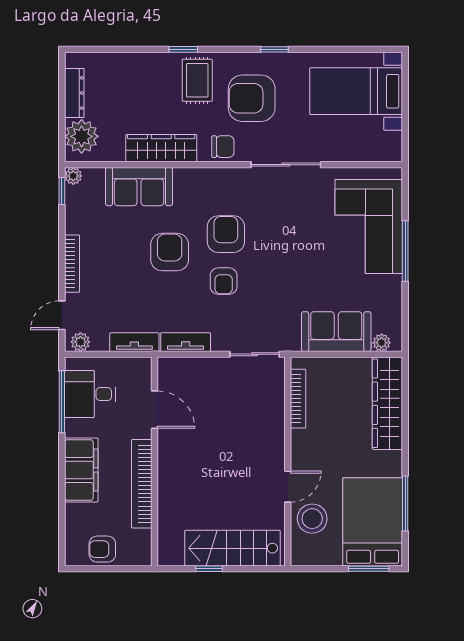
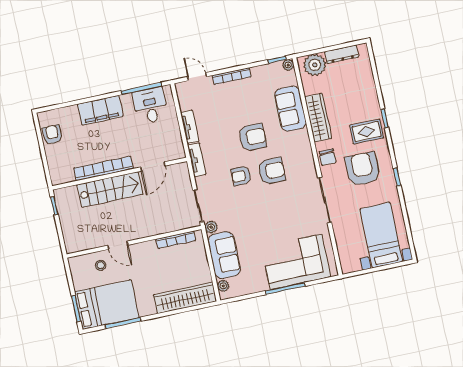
plant: (80, 342) -> (211, 227), moved
door: (154, 410) -> (153, 166), moved
wall: (154, 462) -> (119, 174), moved
bookcase: (142, 484) -> (103, 168), moved
stool: (312, 519) -> (101, 265), width x0.53, depth x0.53
stairs: (232, 548) -> (110, 189), moved, turned 90

